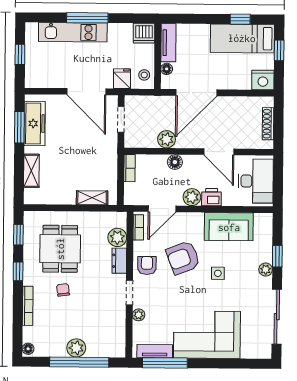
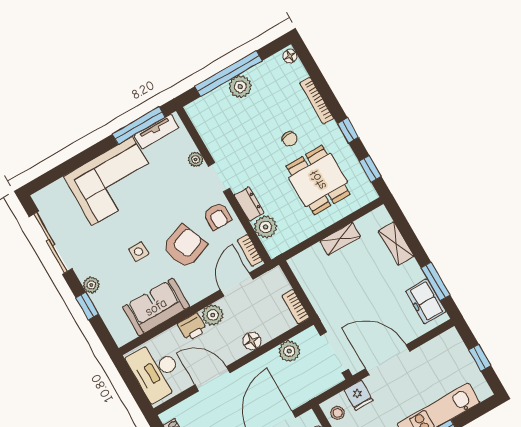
doorway: (121, 119) -> (334, 352), width x1.38
freezer: (35, 124) -> (426, 301), width x0.71
plant: (167, 139) -> (289, 351), moved
shelving: (92, 198) -> (340, 239), moved

